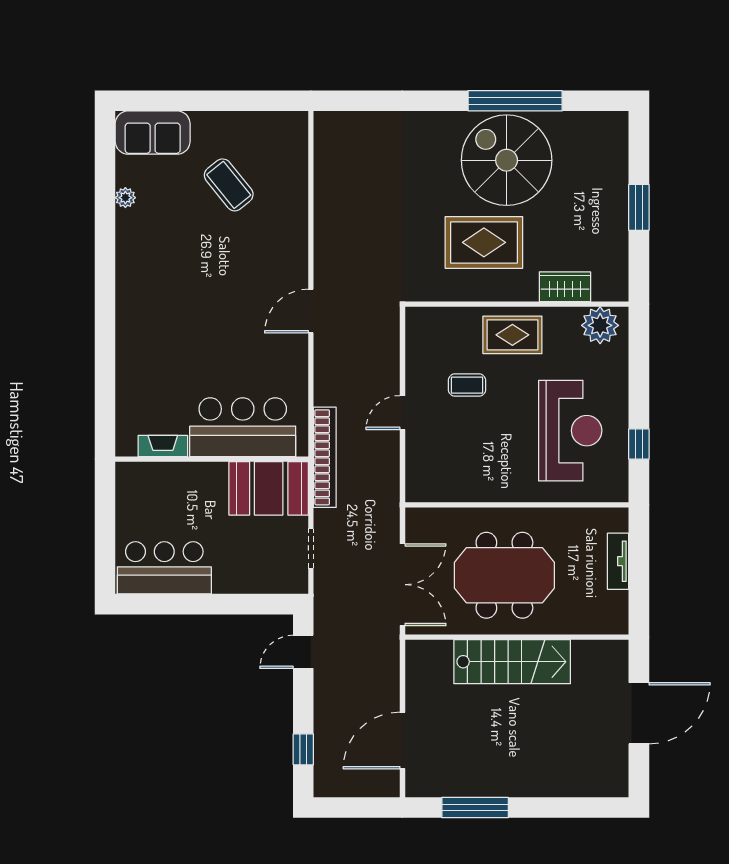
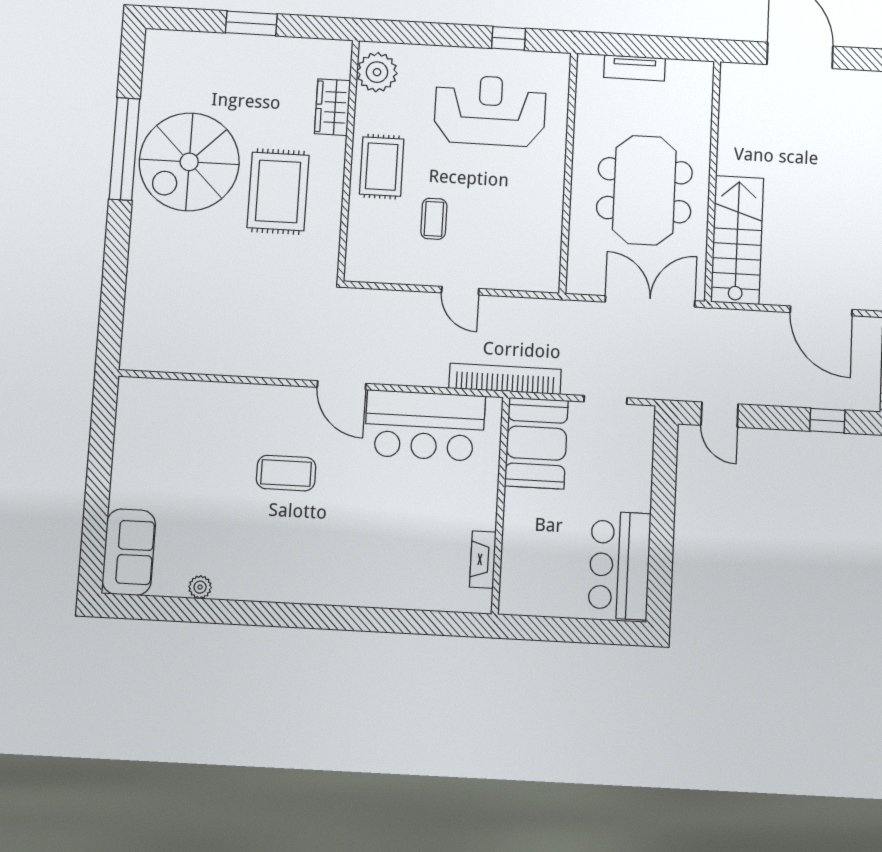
coffee table: (229, 185) -> (286, 473), moved, turned 39
bar counter: (243, 427) -> (425, 426), moved, turned -90
stairs: (512, 662) -> (737, 240), moved

